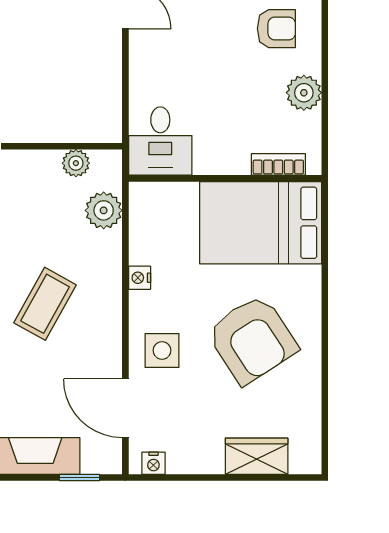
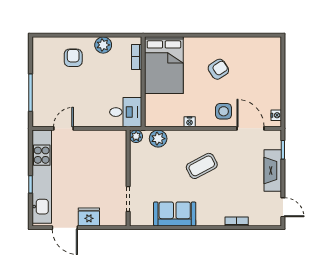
plant: (76, 163) -> (136, 136), moved
coffee table: (45, 304) -> (202, 166), turned -57
armchair: (252, 339) -> (218, 69), width x0.53, depth x0.53
door: (125, 408) -> (251, 128), swing flipped
wardrobe: (257, 456) -> (273, 67), removed

